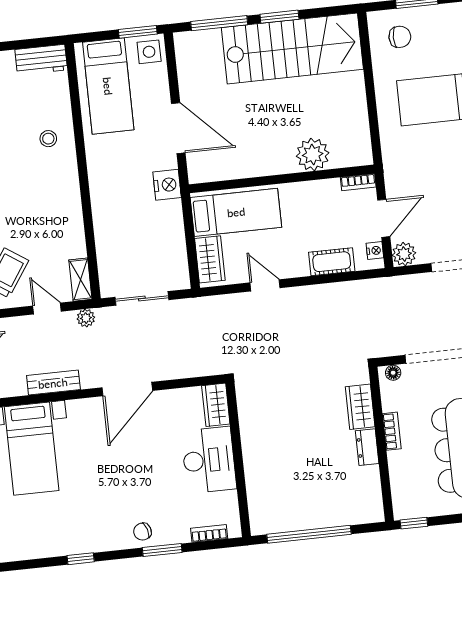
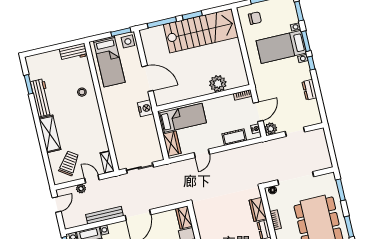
door: (265, 285) -> (202, 153), swing flipped
plant: (86, 318) -> (81, 189), moved
bench: (53, 383) -> (105, 215), width x1.36

